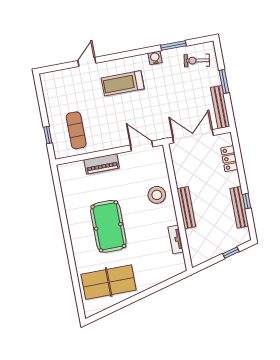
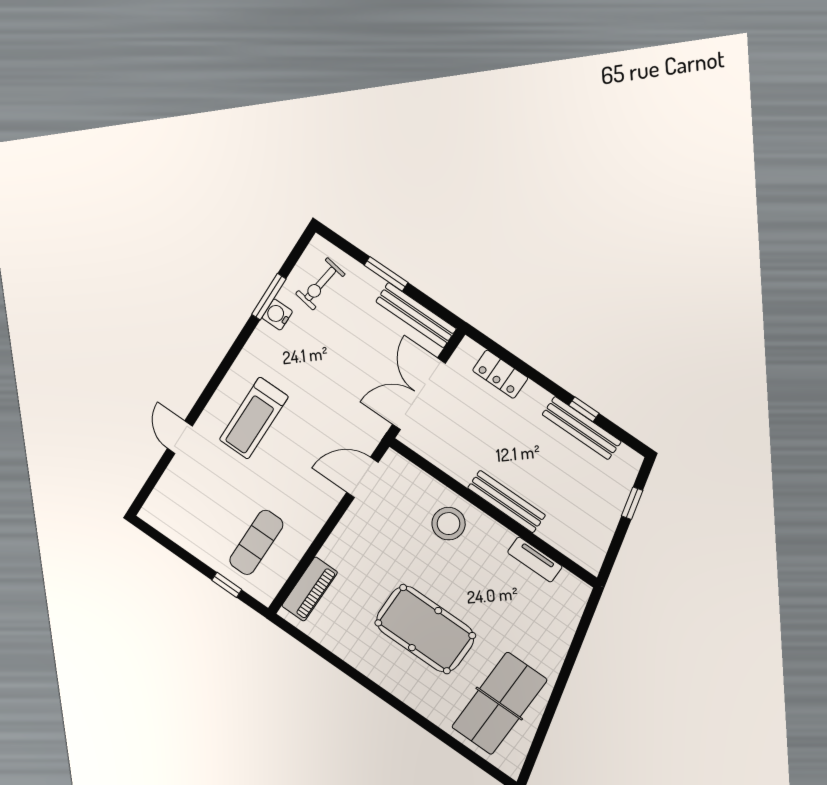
water cooler: (155, 58) -> (277, 315), moved
exercise mat: (76, 130) -> (256, 543), turned 90
piano: (102, 164) -> (310, 589), moved

